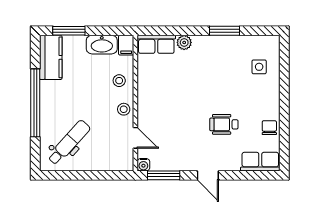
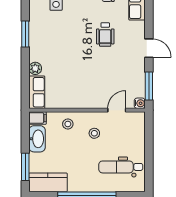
stool: (124, 109) -> (94, 133), moved
dental chair: (69, 143) -> (121, 167), turned -42
door: (208, 175) -> (149, 48), hinge flipped

